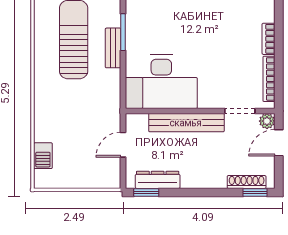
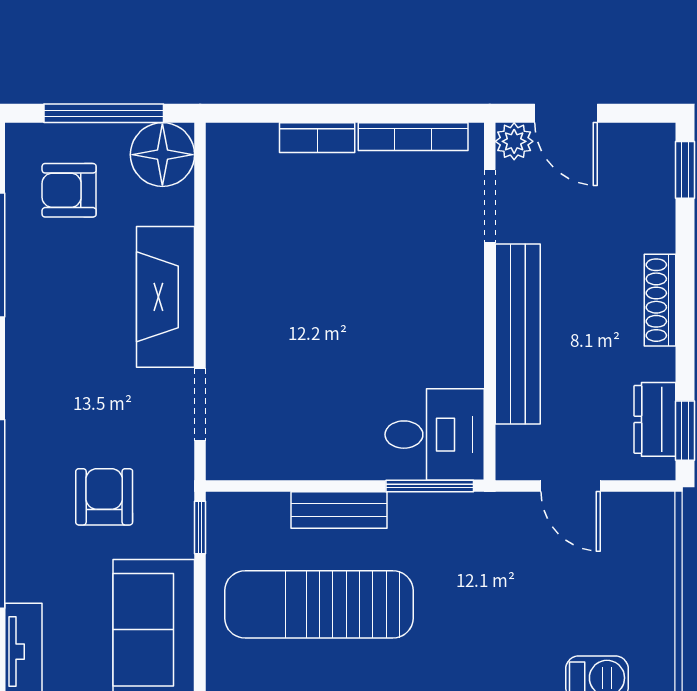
window: (123, 32) -> (430, 486), moved
desk: (161, 82) -> (435, 435), width x0.53, depth x0.77
dresser: (158, 180) -> (655, 419), width x0.70
shoe rack: (247, 182) -> (660, 300), moved

